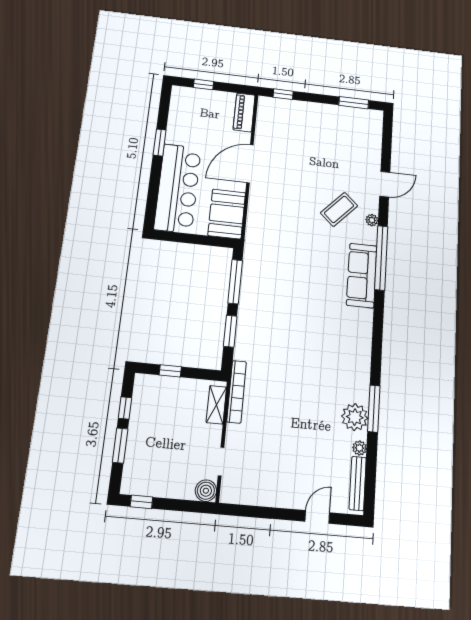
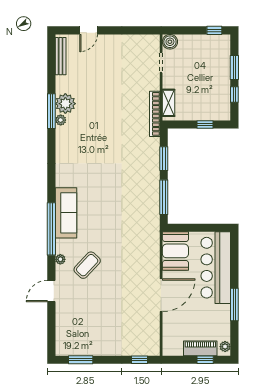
plant: (177, 96) -> (225, 347), added
piano: (244, 112) -> (200, 348), moved, turned -90
window: (160, 142) -> (234, 304), width x1.44
plant: (359, 448) -> (61, 120), moved

